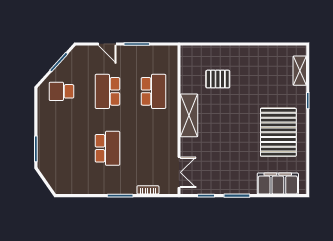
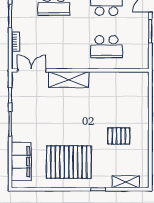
pallet: (218, 79) -> (119, 136), moved, turned 90
shelving: (189, 115) -> (69, 80), moved
double door: (179, 172) -> (32, 70), swing flipped

